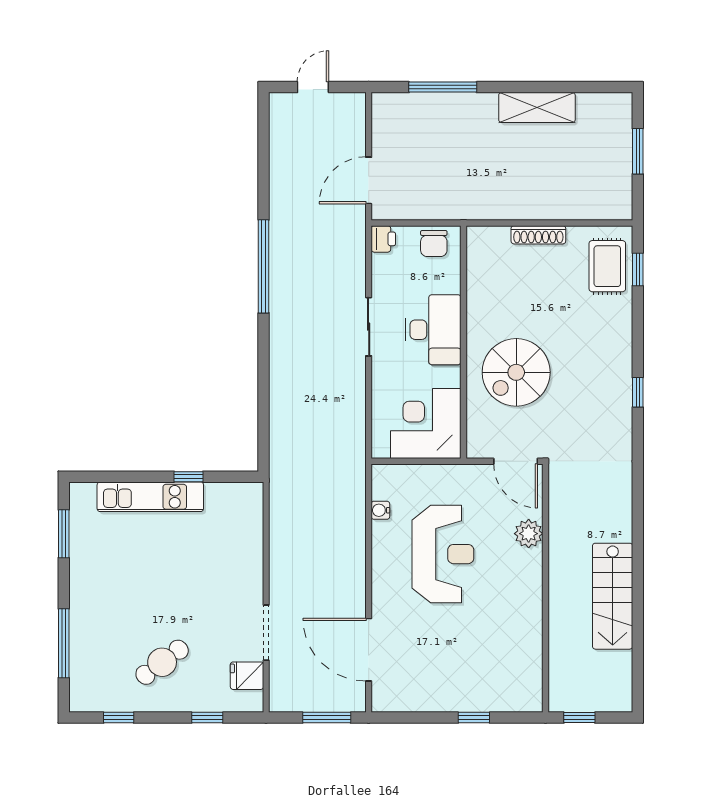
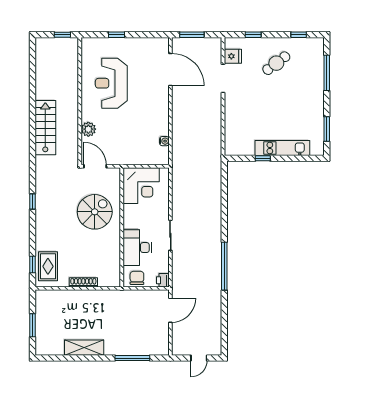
desk: (433, 330) -> (137, 248), moved
reception desk: (443, 554) -> (111, 83), moved
stairs: (613, 596) -> (45, 128), moved

